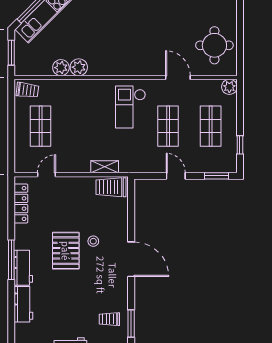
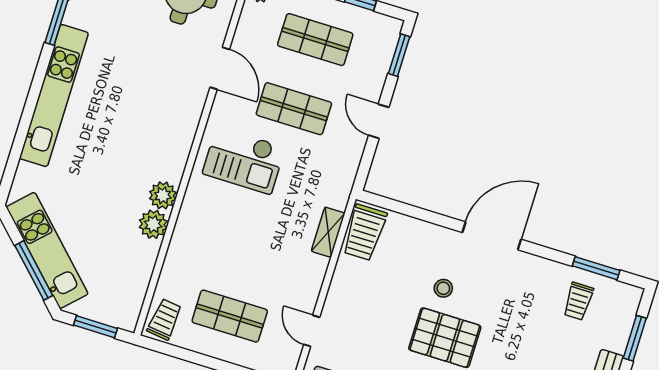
plant: (61, 68) -> (163, 195), moved
door: (178, 77) -> (220, 68), swing flipped
door: (176, 176) -> (379, 121), hinge flipped

